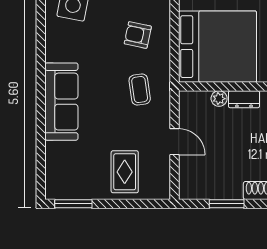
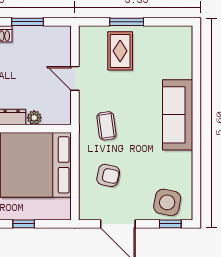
window: (73, 204) -> (127, 22), moved

